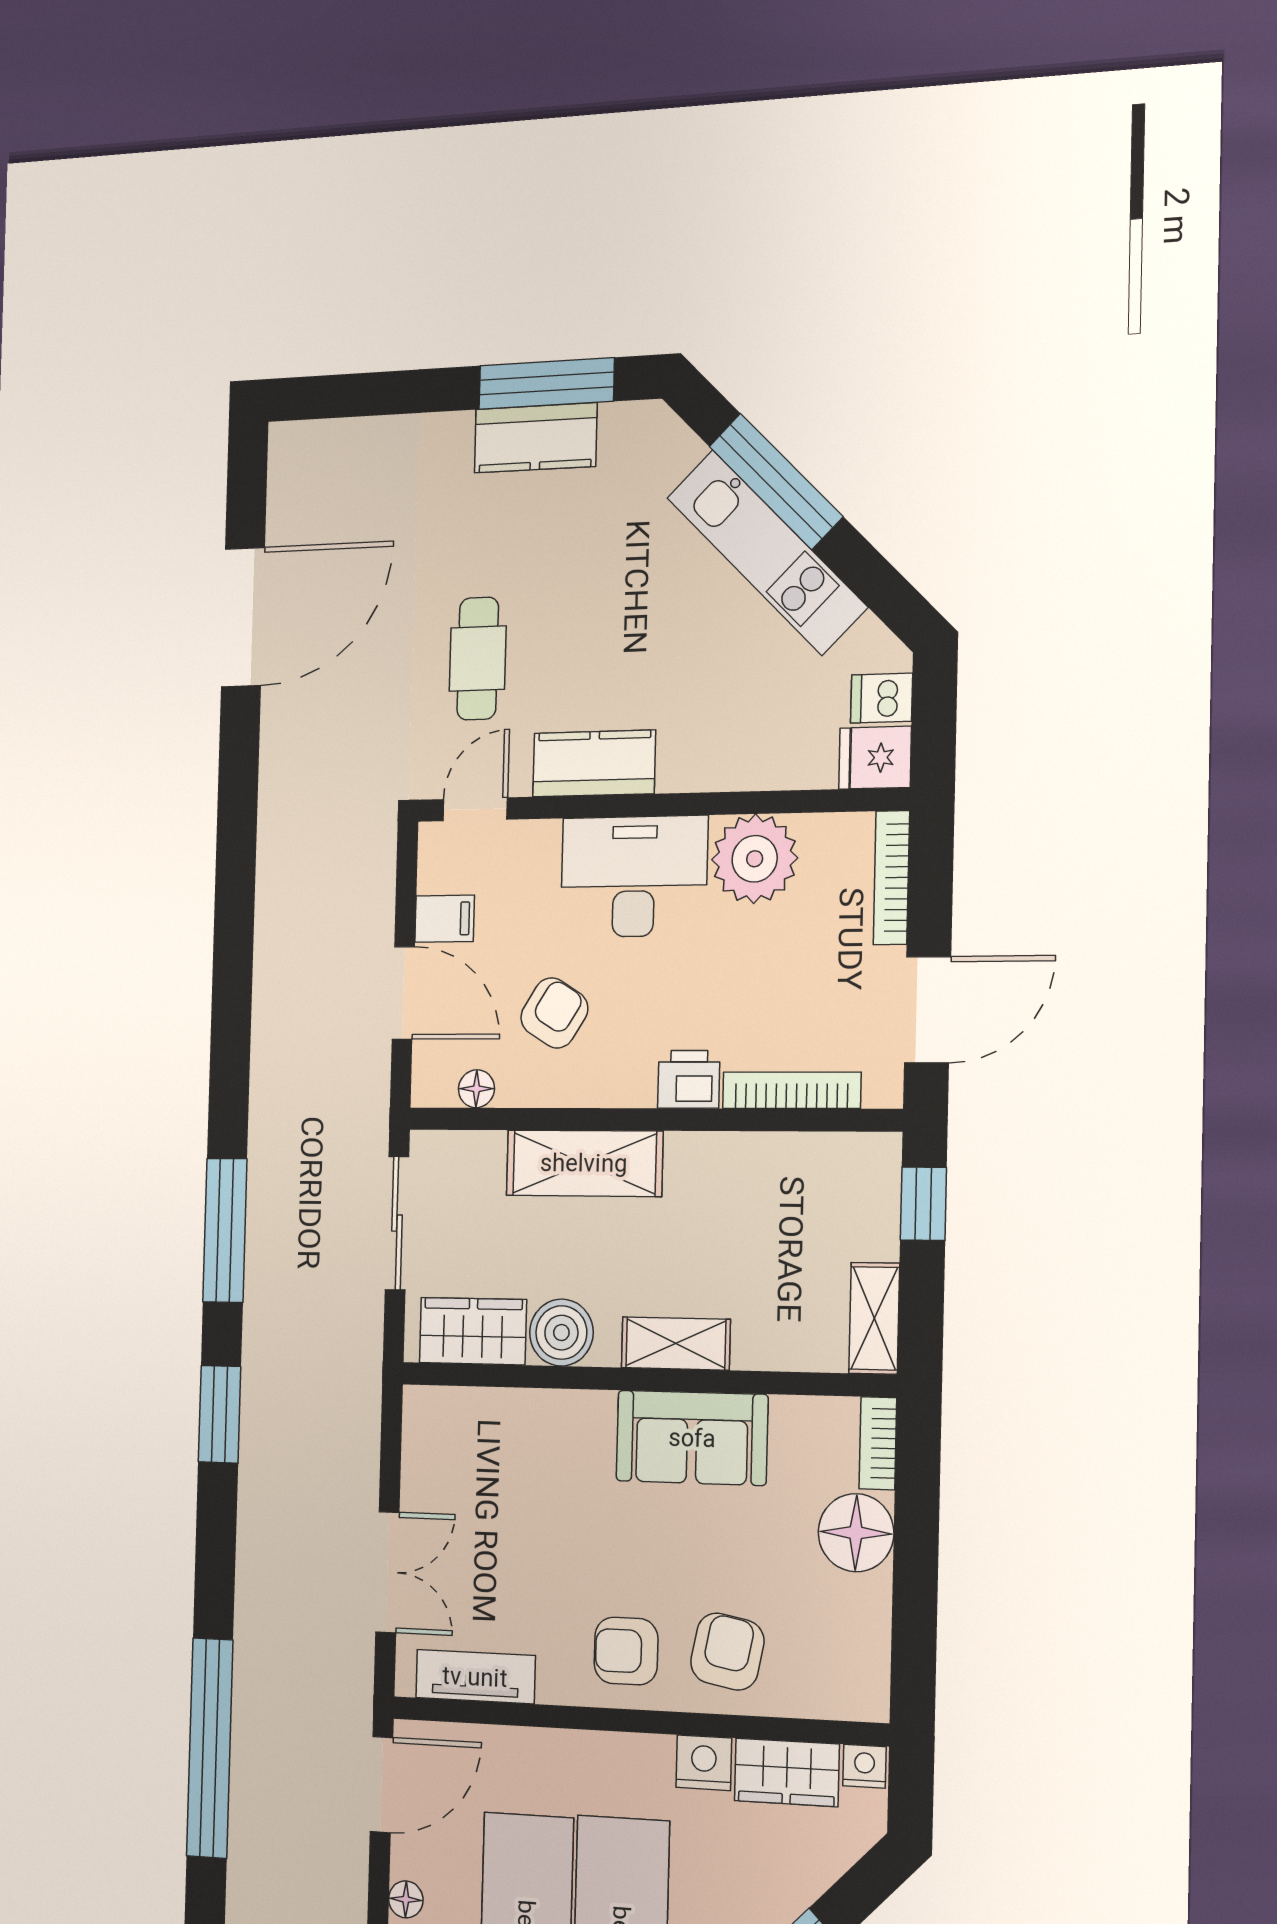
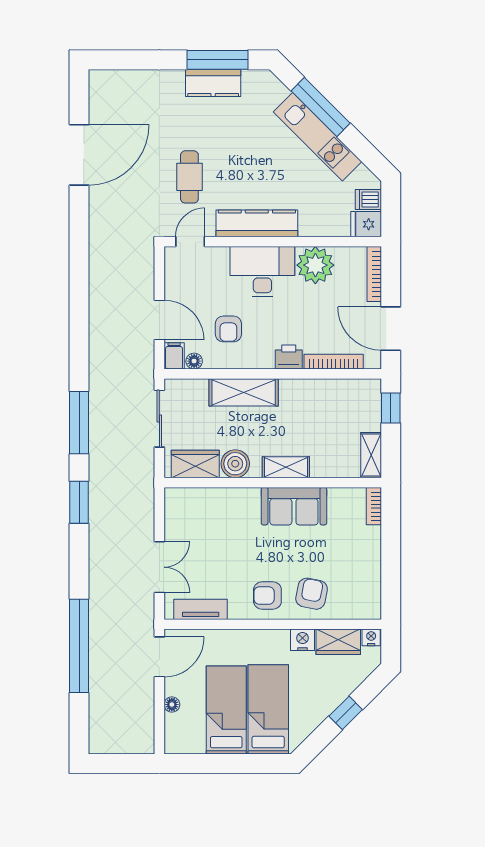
kitchen counter: (594, 763) -> (257, 223), width x1.50
filing cabinet: (445, 919) -> (174, 356), moved, turned -90
door: (928, 1010) -> (391, 329), swing flipped
armchair: (554, 1013) -> (228, 329), turned 148
floor lamp: (856, 1533) -> (365, 543), removed

